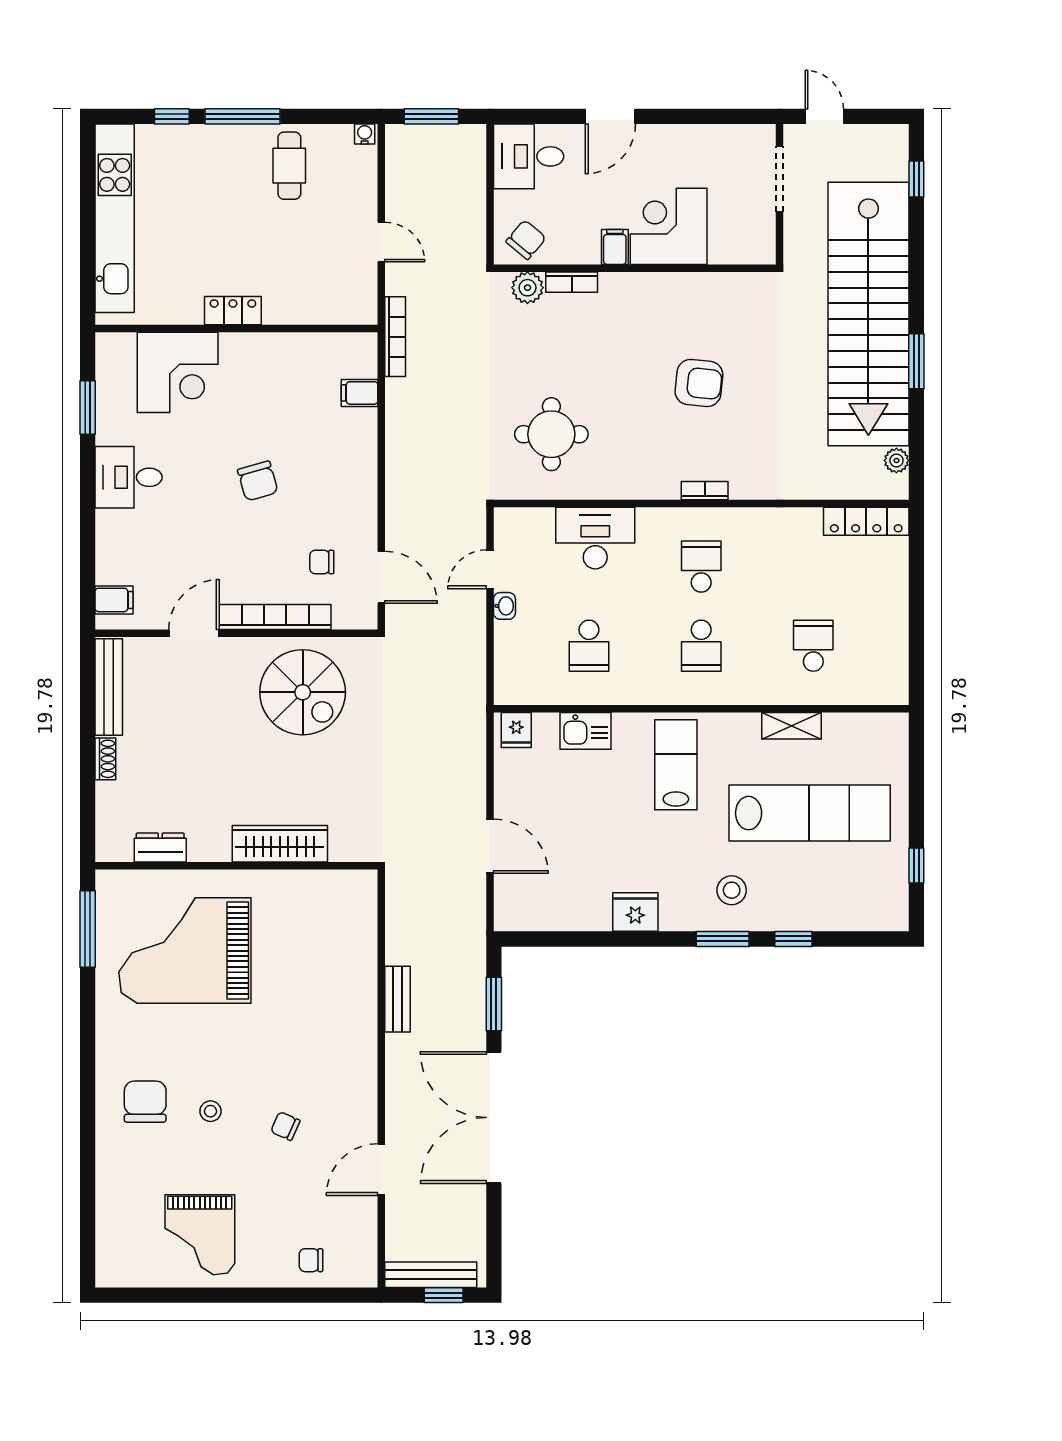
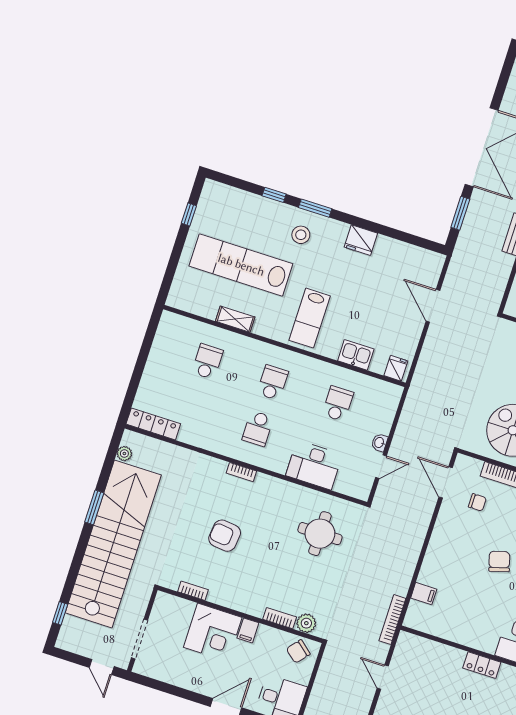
bookcase: (720, 281) -> (193, 591), added
school desk: (813, 646) -> (207, 362), turned 180

